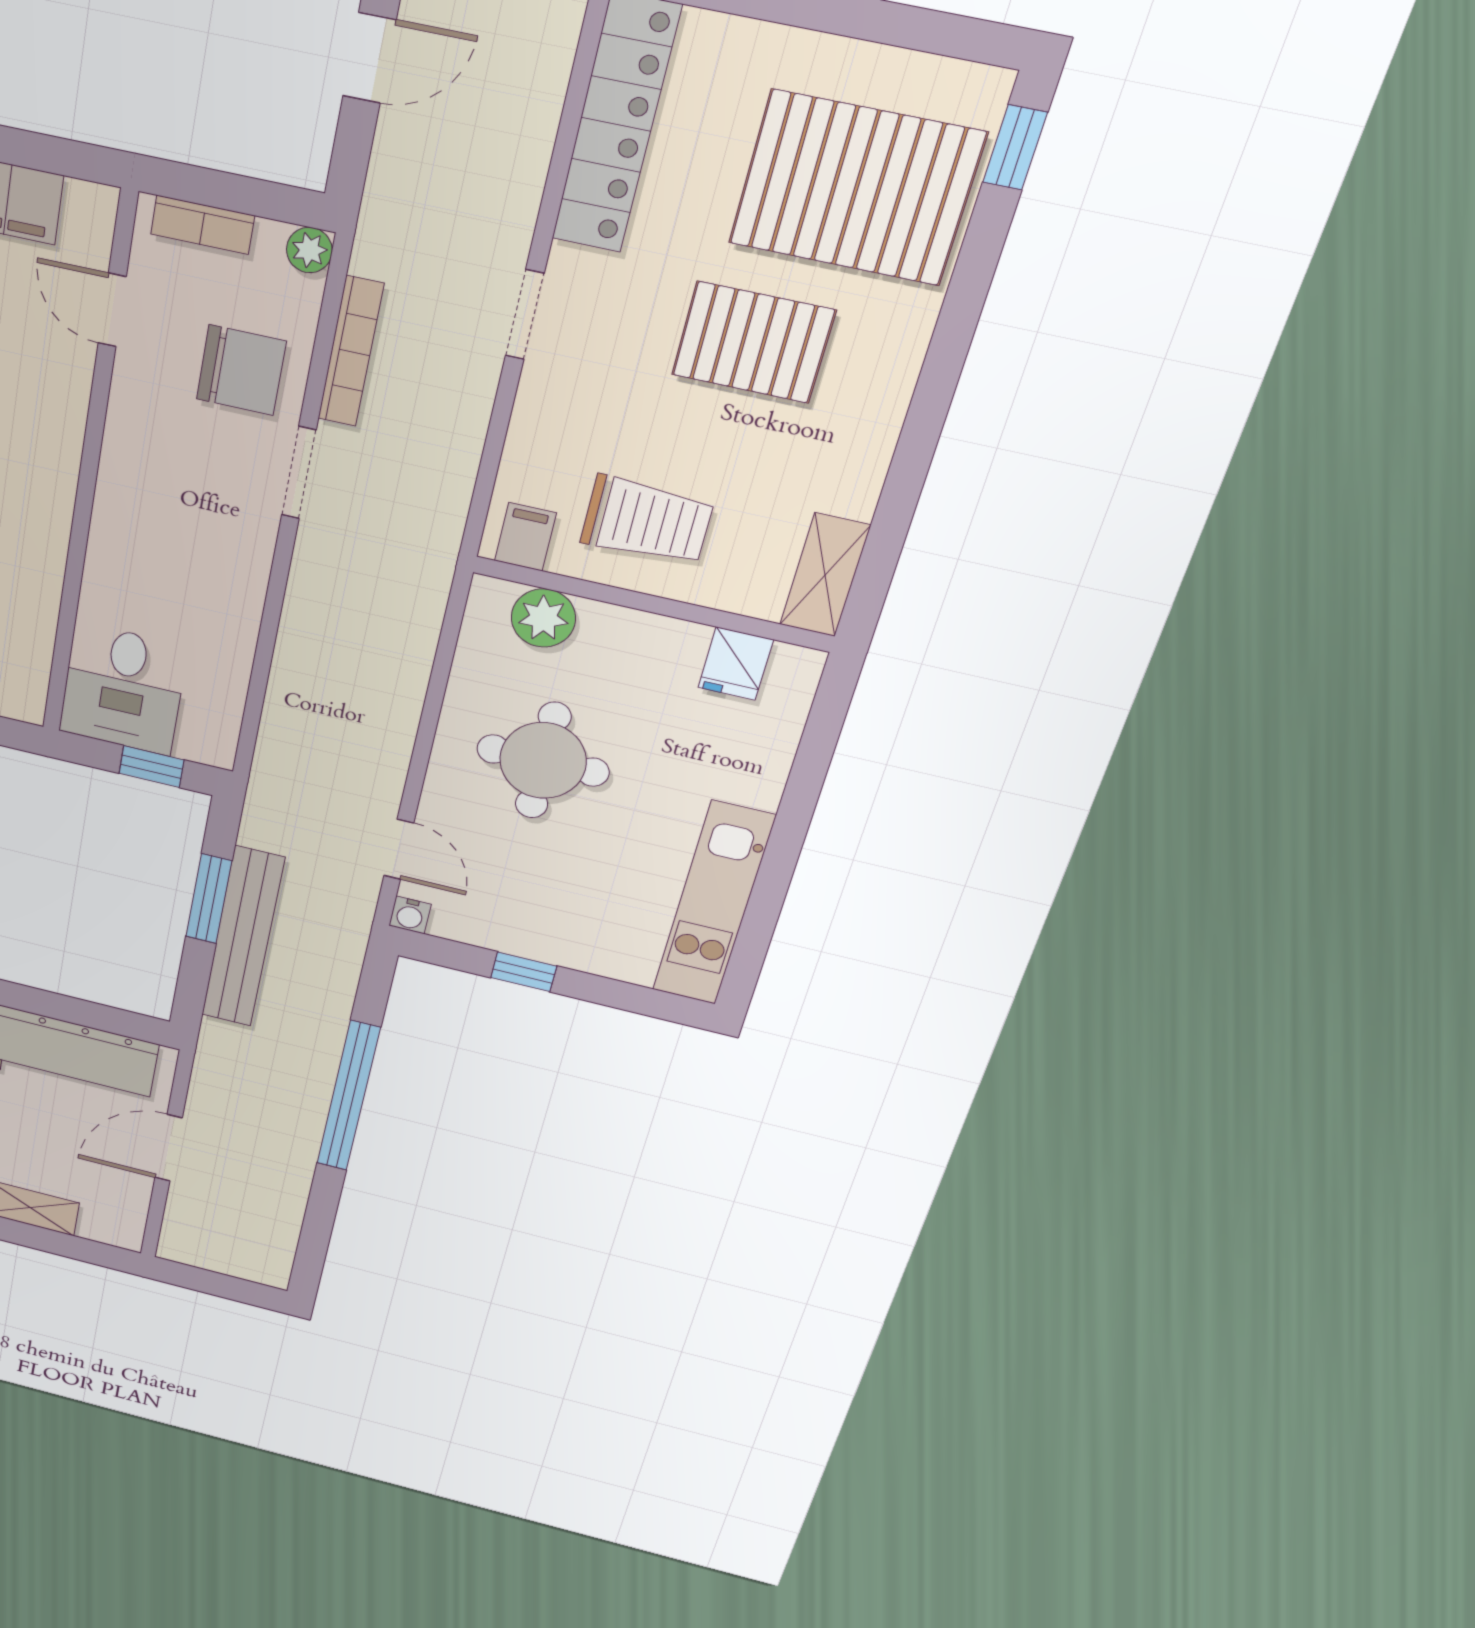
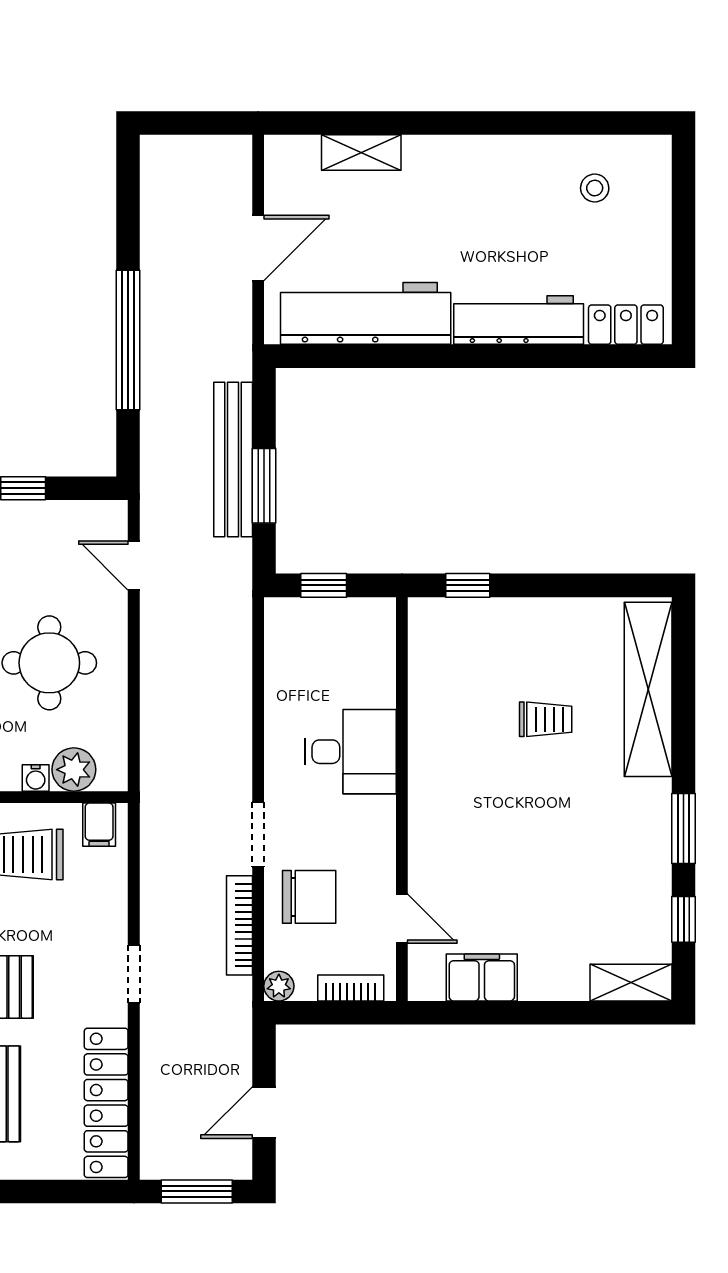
chair: (241, 370) -> (309, 897), turned 180
desk: (123, 689) -> (350, 752), moved, turned 90
water cooler: (410, 915) -> (36, 778), moved, turned 180

